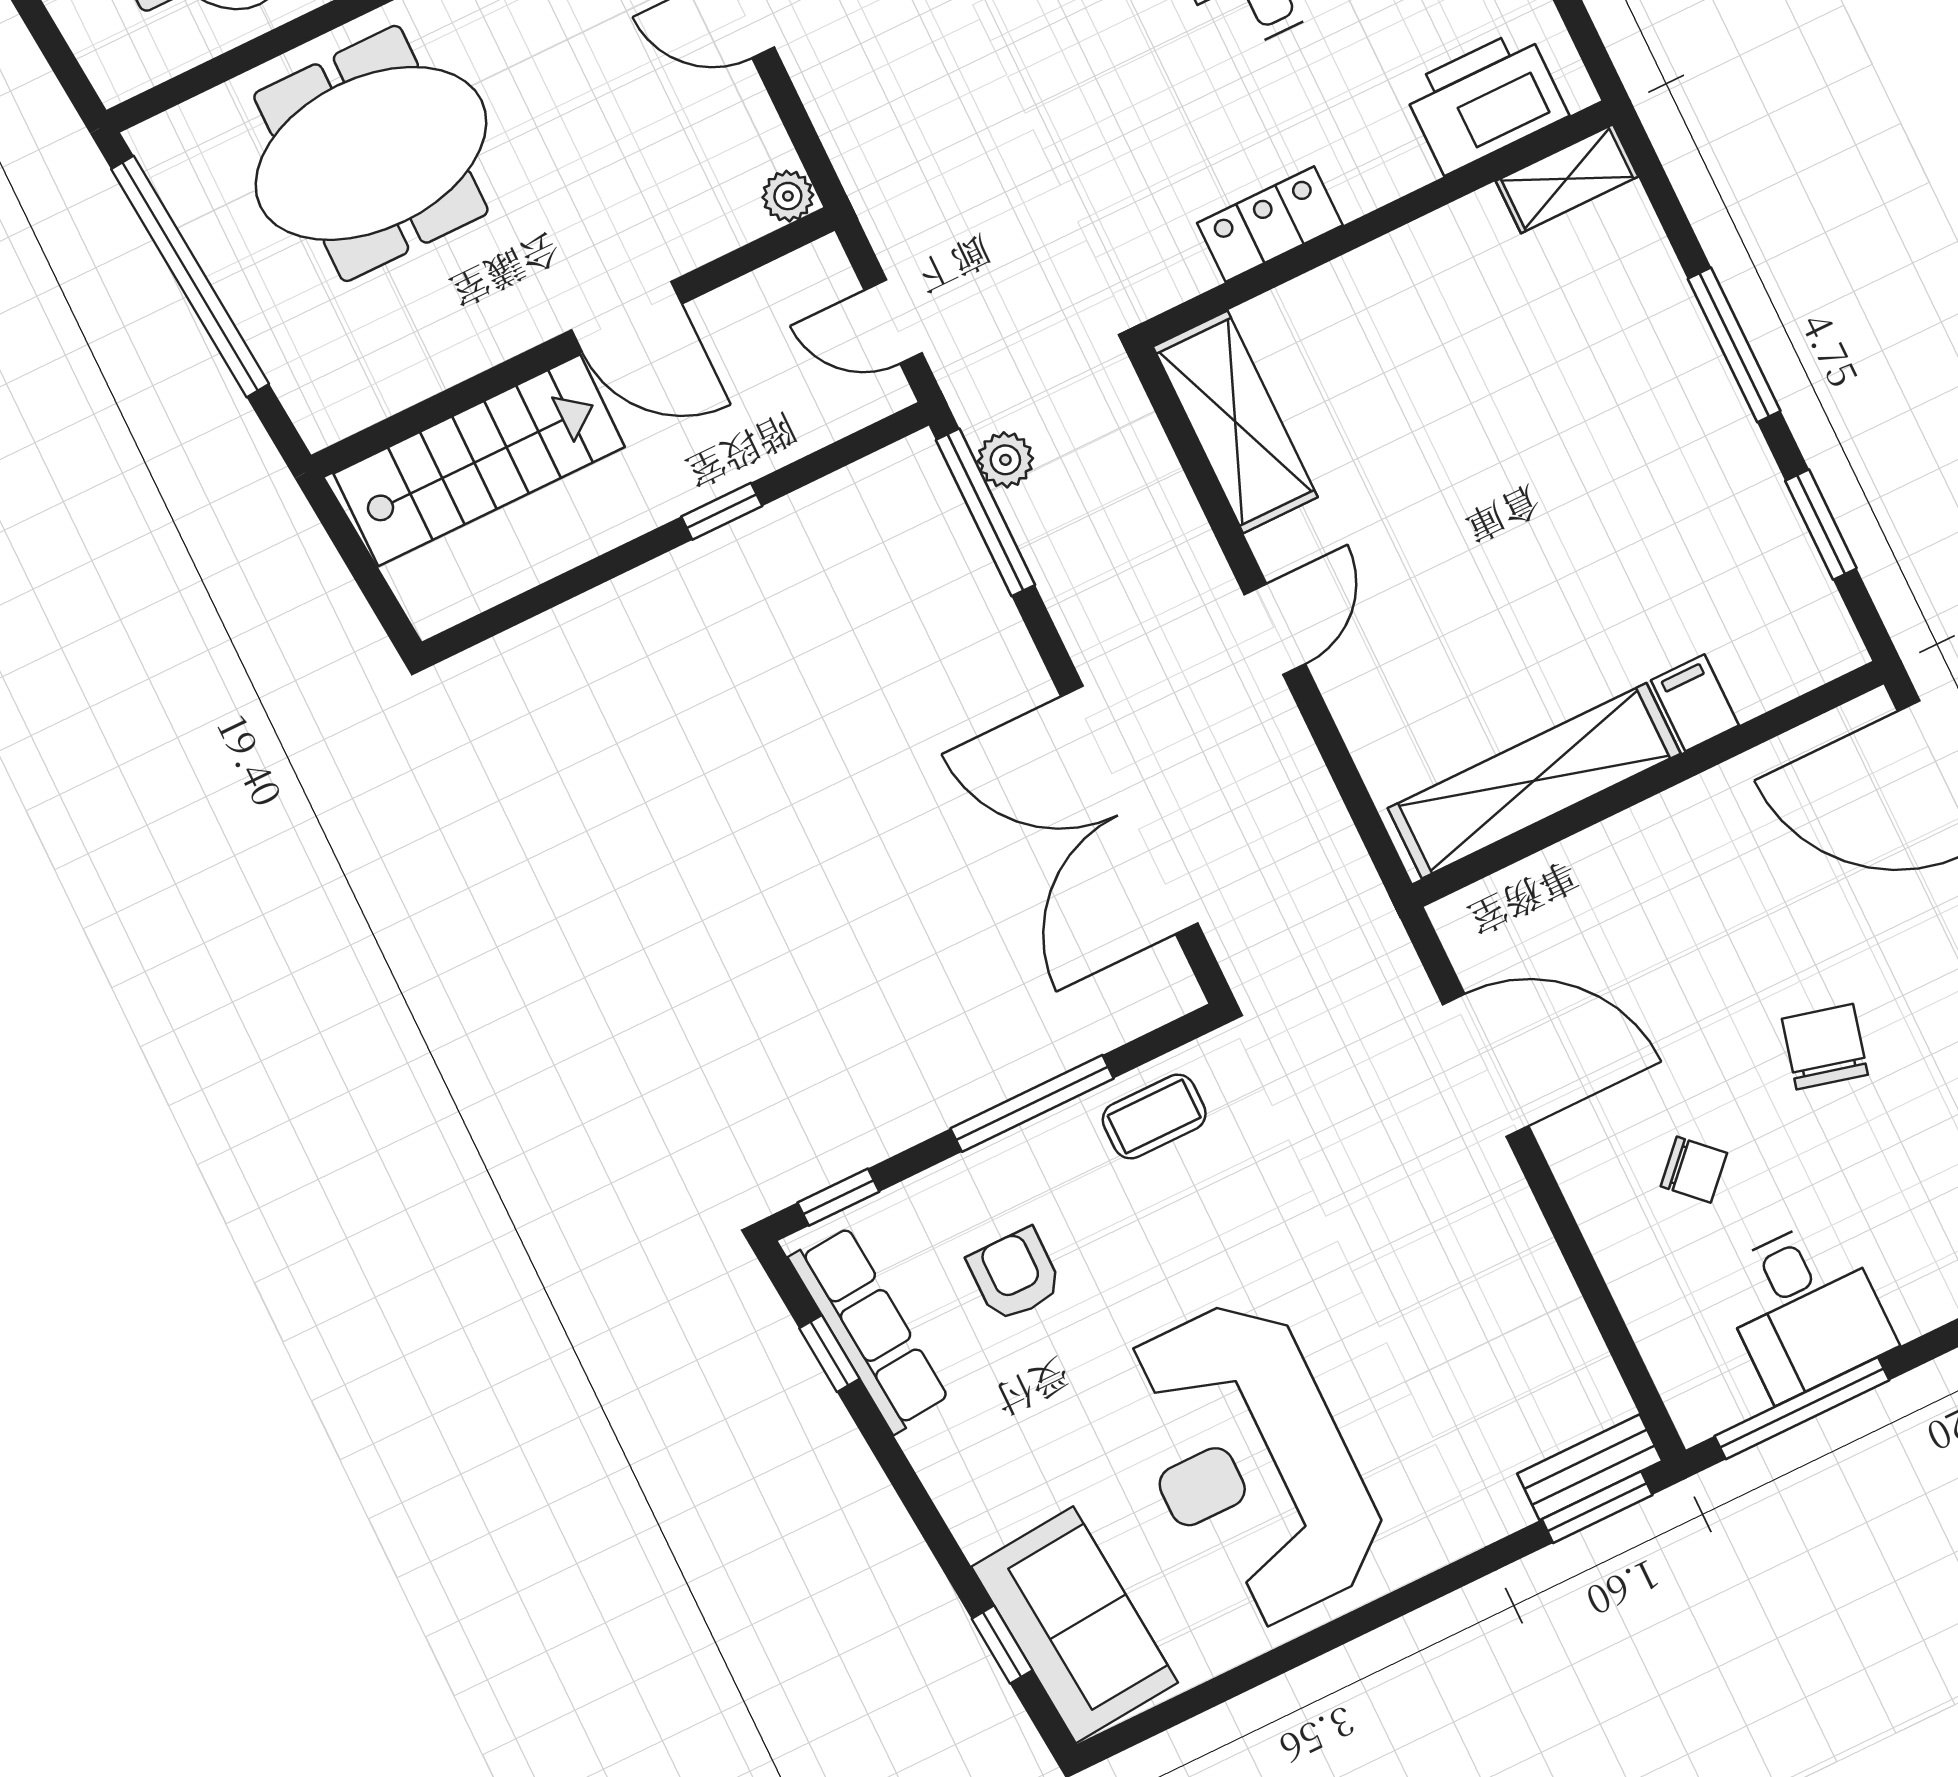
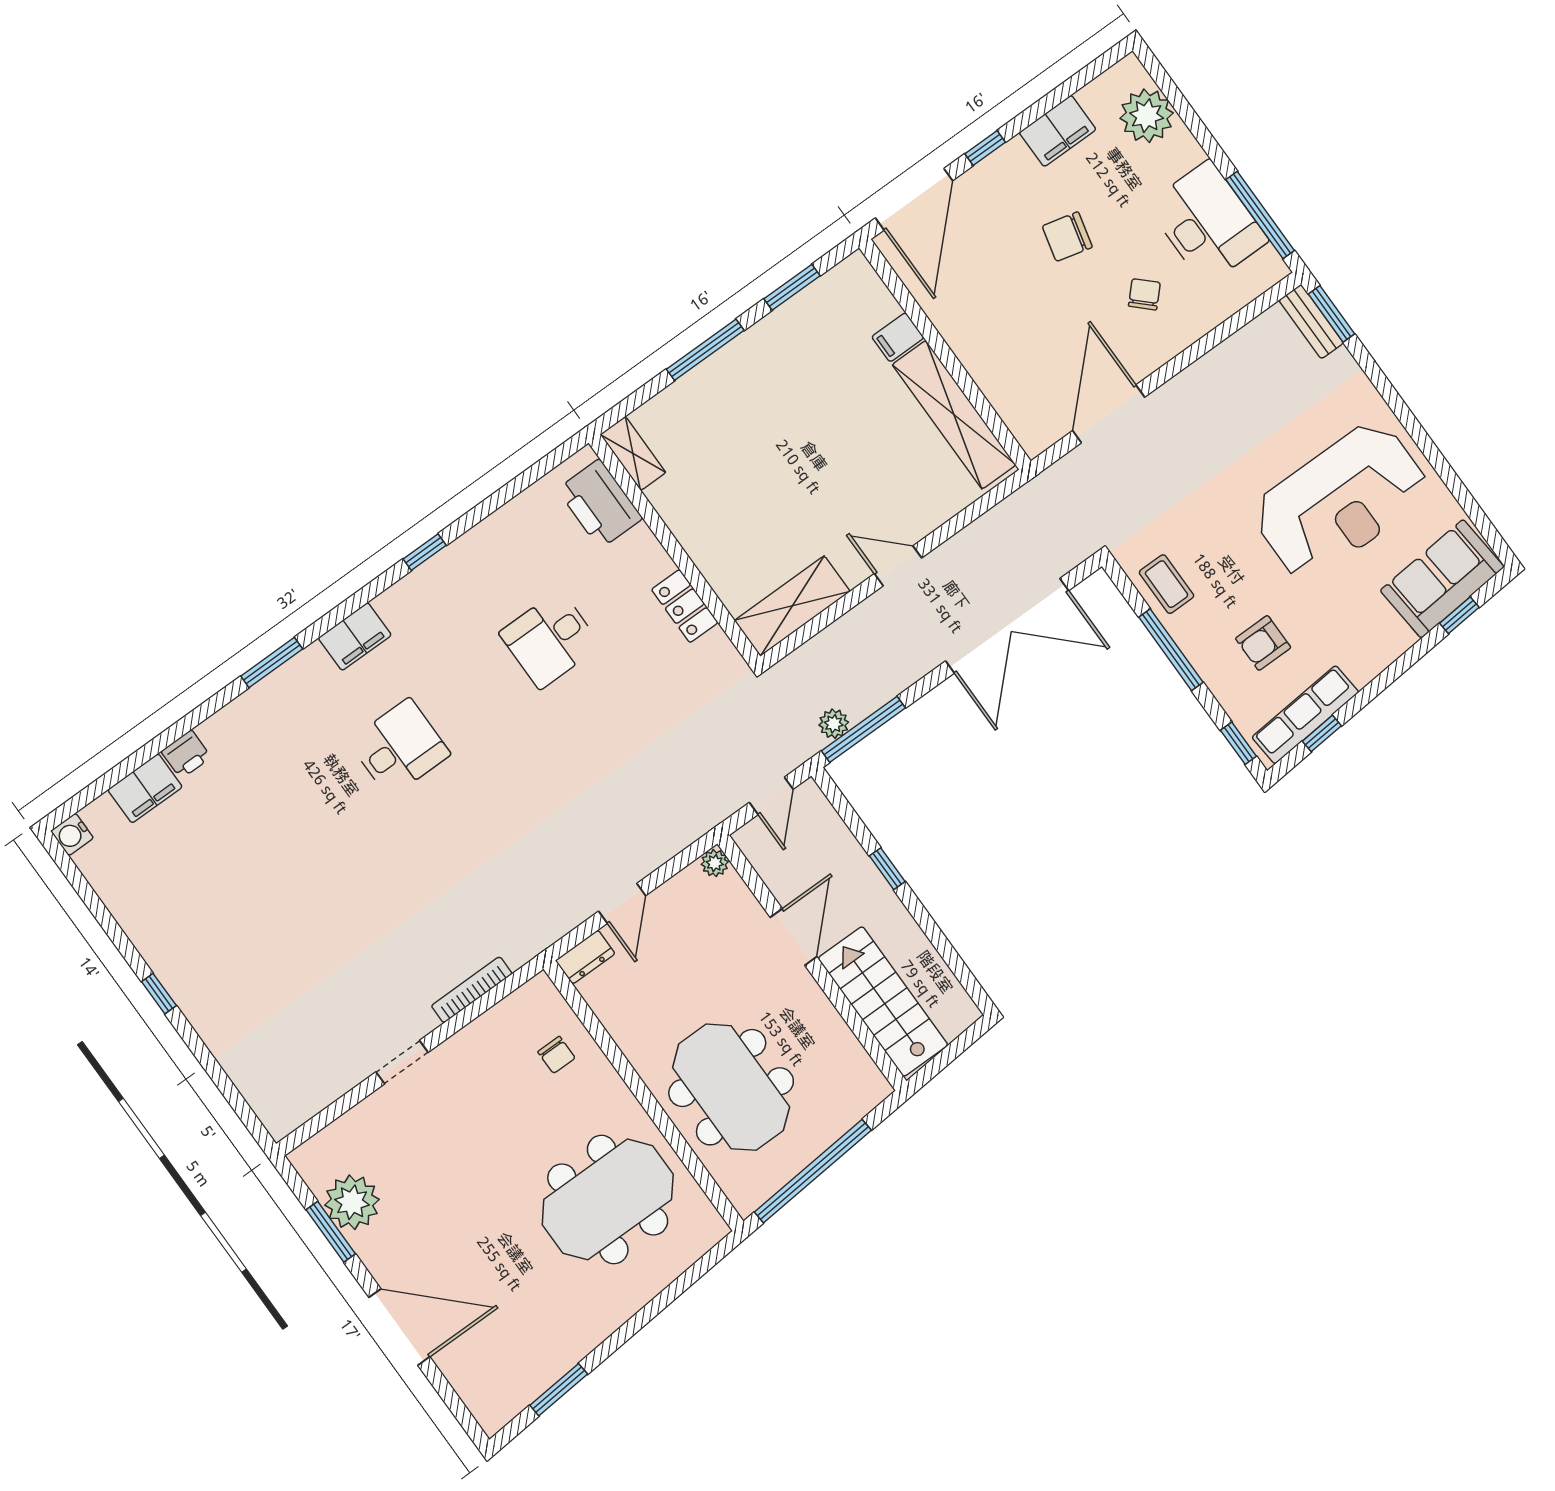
desk: (1805, 1309) -> (1207, 223), width x1.37

